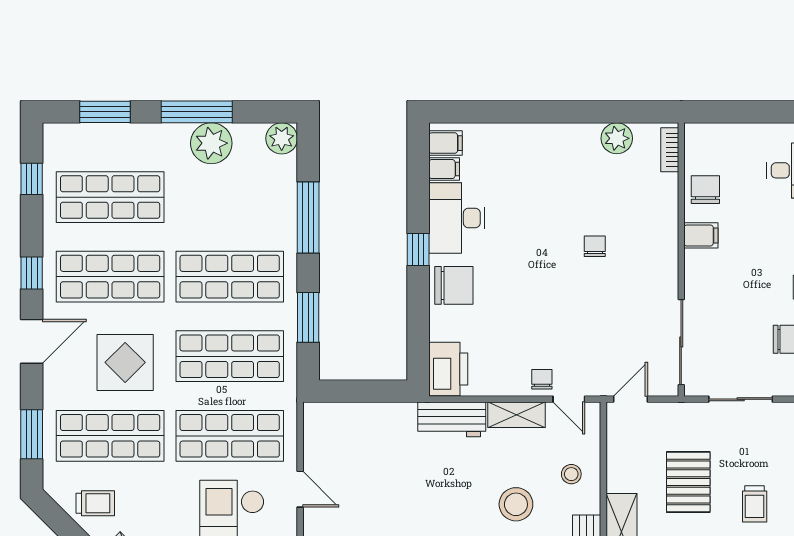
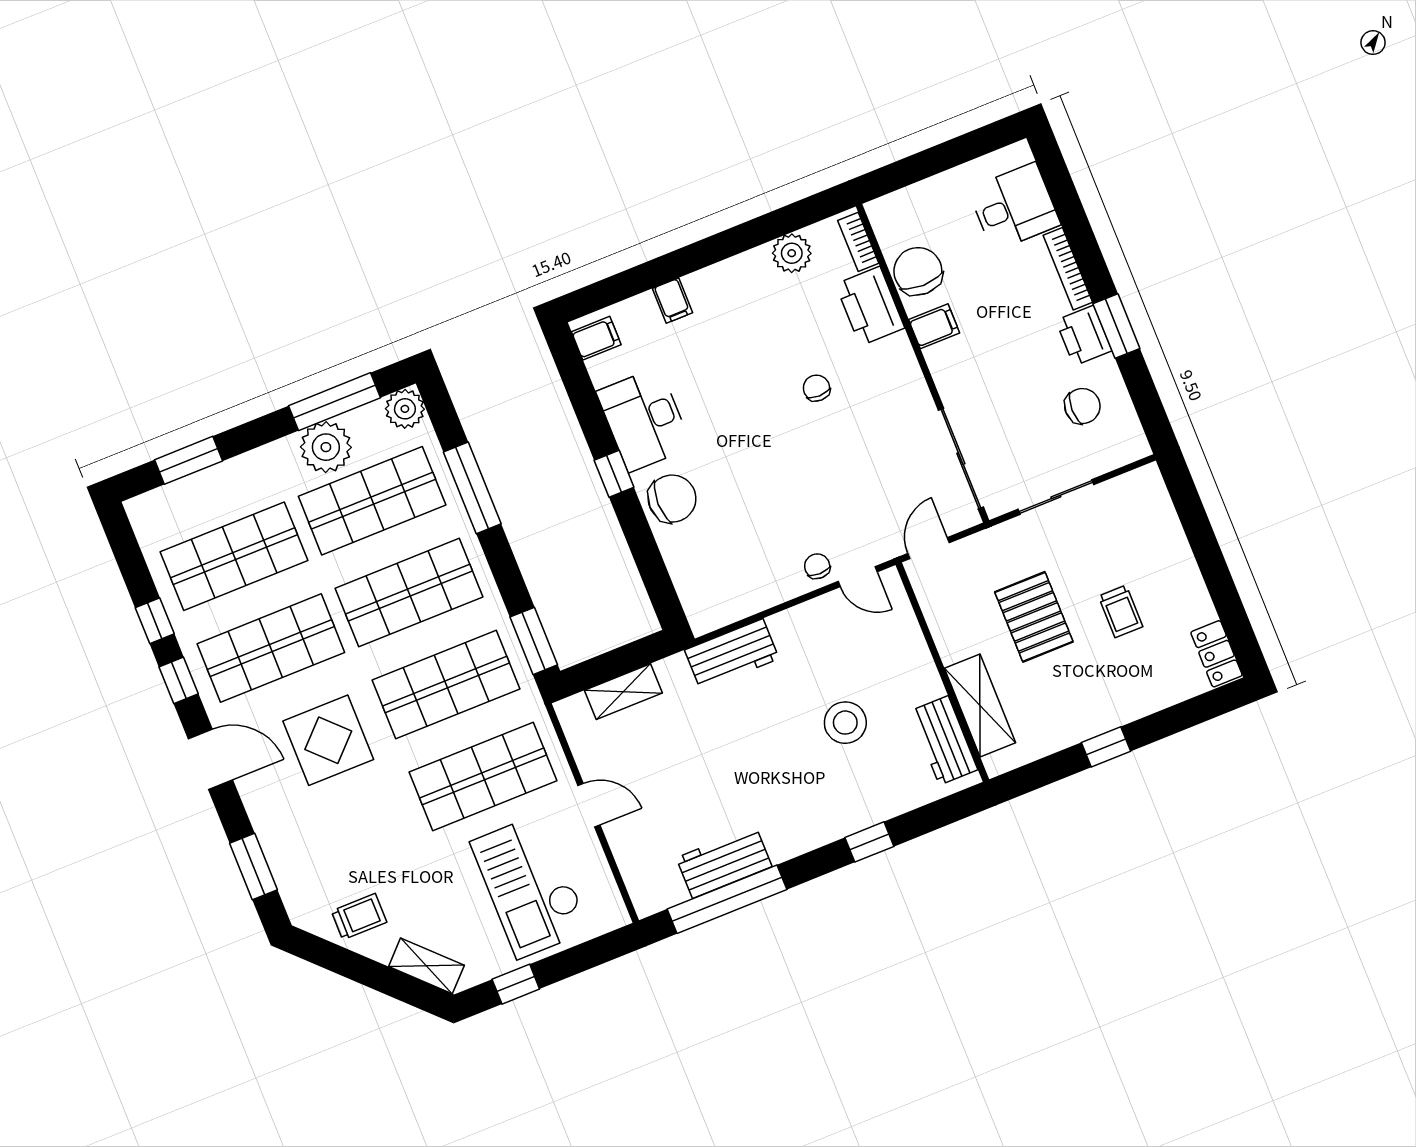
window: (197, 112) -> (334, 402), moved
filing cabinet: (444, 169) -> (672, 301), moved, turned 90
window: (32, 179) -> (155, 621), moved
chair: (705, 190) -> (918, 271), width x1.37, depth x1.37
window: (308, 317) -> (534, 641), moved
door: (32, 341) -> (210, 759), hinge flipped
printer: (448, 369) -> (870, 306), moved, turned 180
shelving: (516, 415) -> (623, 692), moved
shop shelf: (110, 436) -> (372, 501), moved
stool: (571, 474) -> (895, 662), removed

